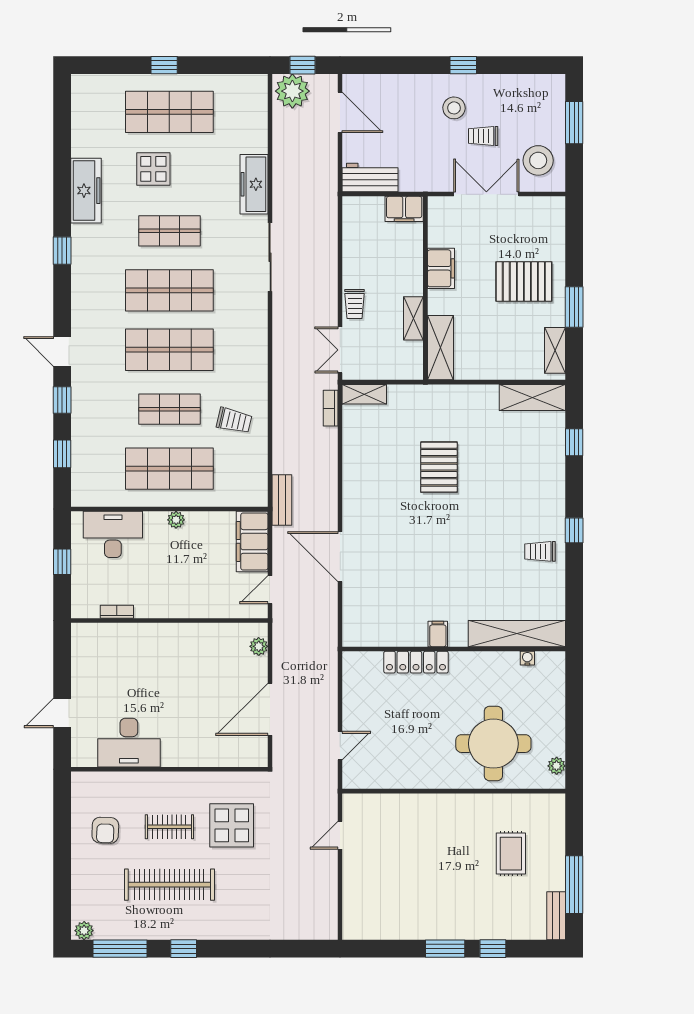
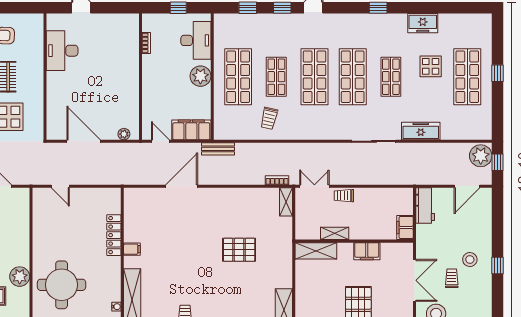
freezer: (86, 191) -> (423, 23), width x0.71
plant: (176, 520) -> (200, 76), width x1.88, depth x1.88
plant: (480, 809) -> (20, 277), added

